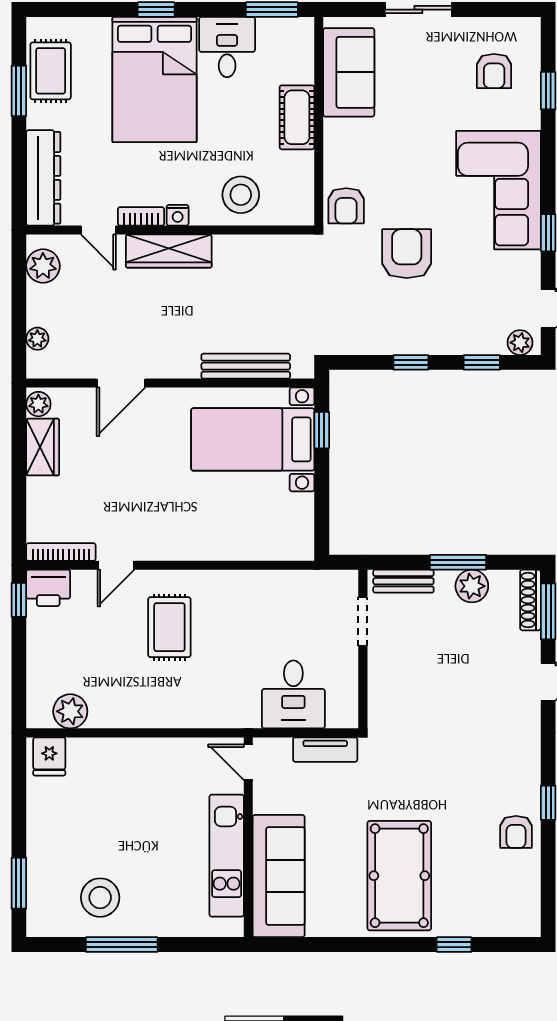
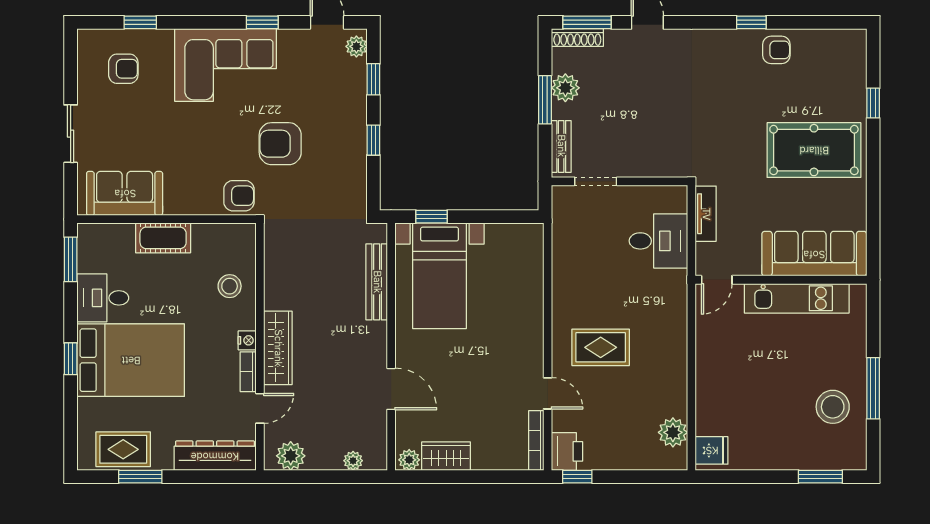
stool: (241, 195) -> (230, 286), width x0.73, depth x0.73

